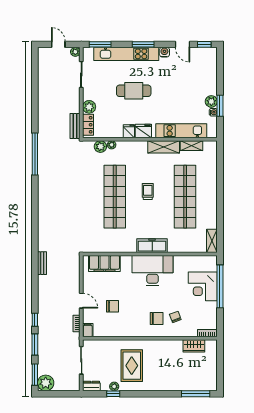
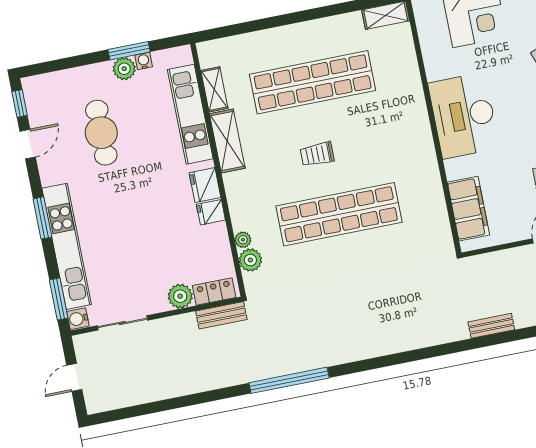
plant: (75, 52) -> (82, 343), removed
water cooler: (164, 52) -> (78, 319), moved
cafe table: (134, 91) -> (101, 133), moved
freezer: (152, 246) -> (417, 126), removed

